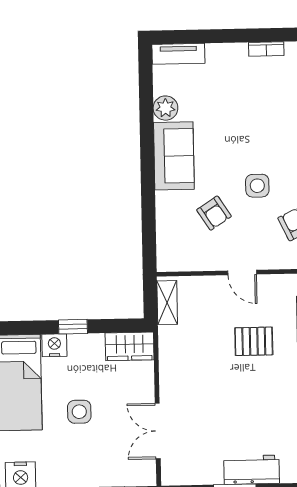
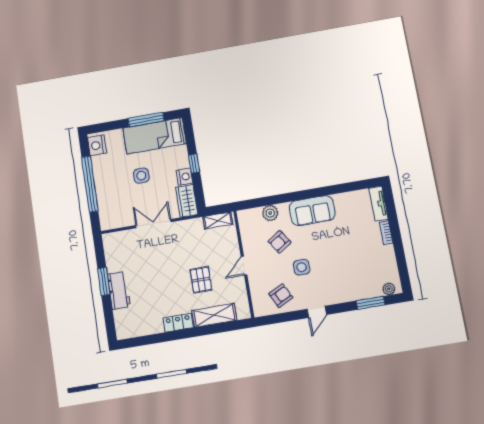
bookcase: (266, 49) -> (386, 233), moved
plant: (165, 108) -> (270, 213), moved
nightstand: (54, 345) -> (184, 177), moved
double door: (158, 431) -> (153, 224), moved

